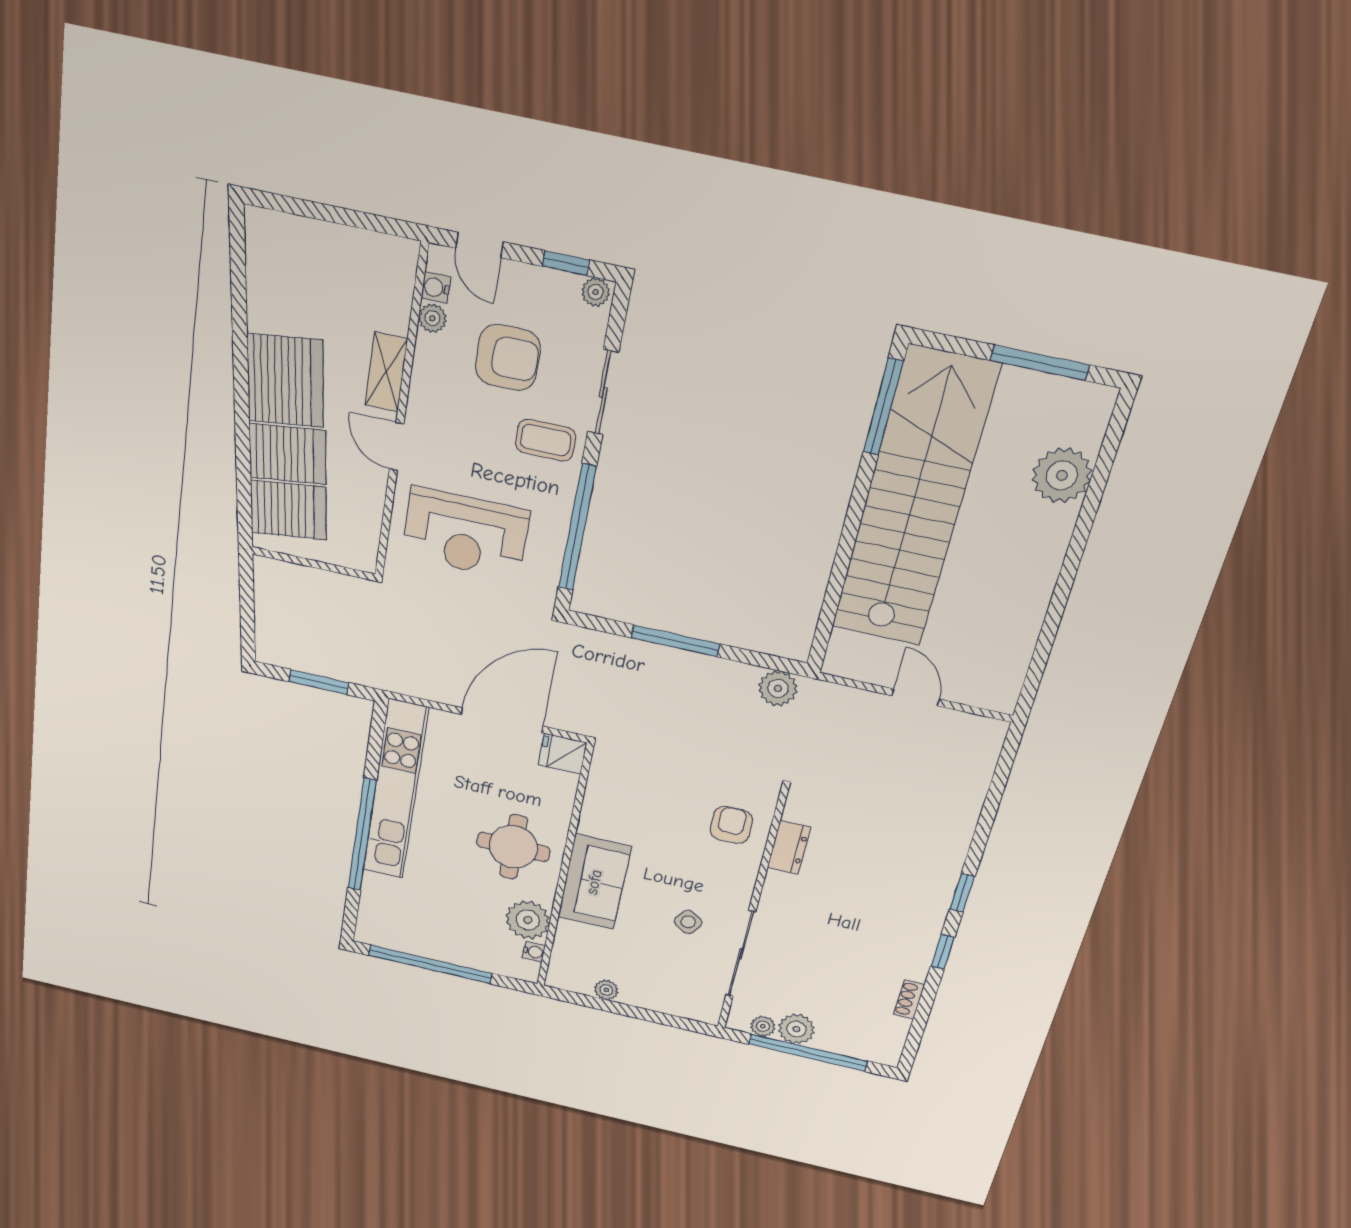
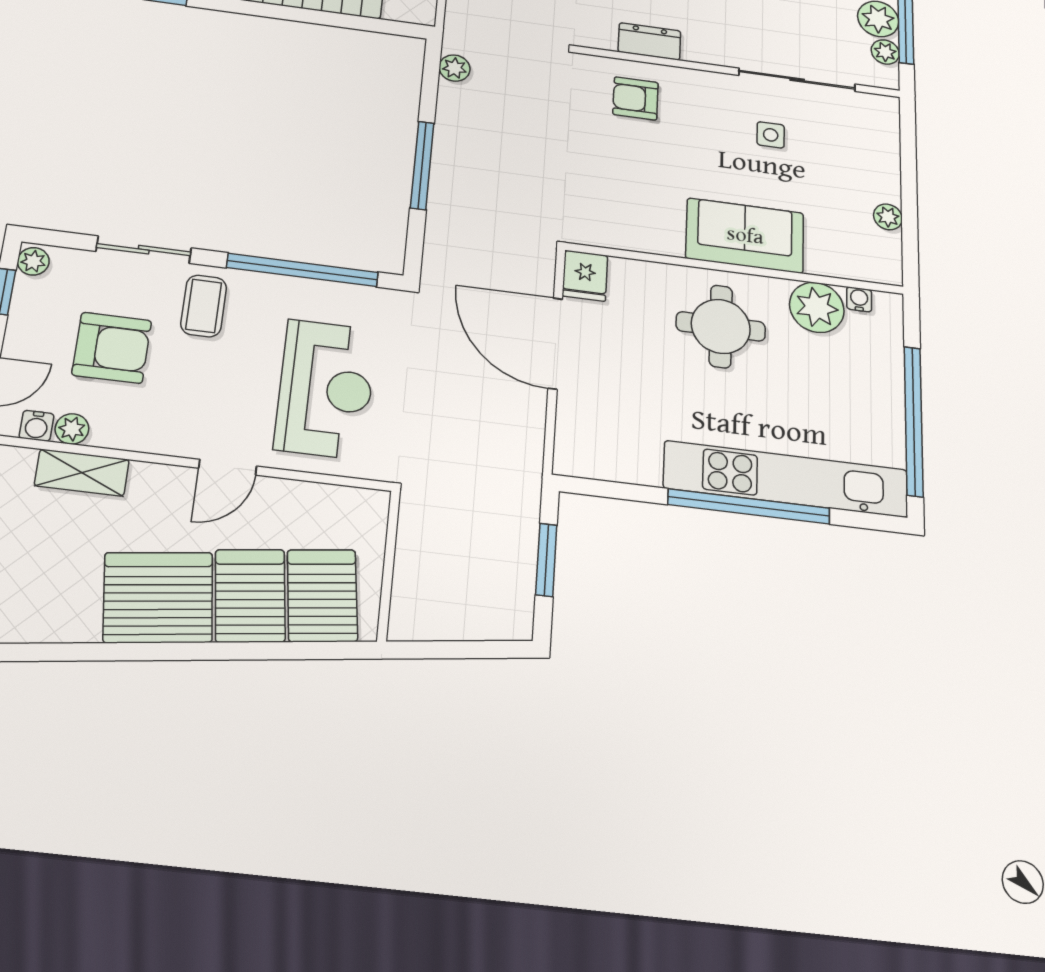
armchair: (508, 357) -> (112, 348), turned 90
shelving: (386, 372) -> (82, 473), moved
plant: (778, 688) -> (455, 68), width x0.73, depth x0.73
kitchen unit: (395, 790) -> (786, 479), moved
side table: (688, 922) -> (771, 135), turned -34

